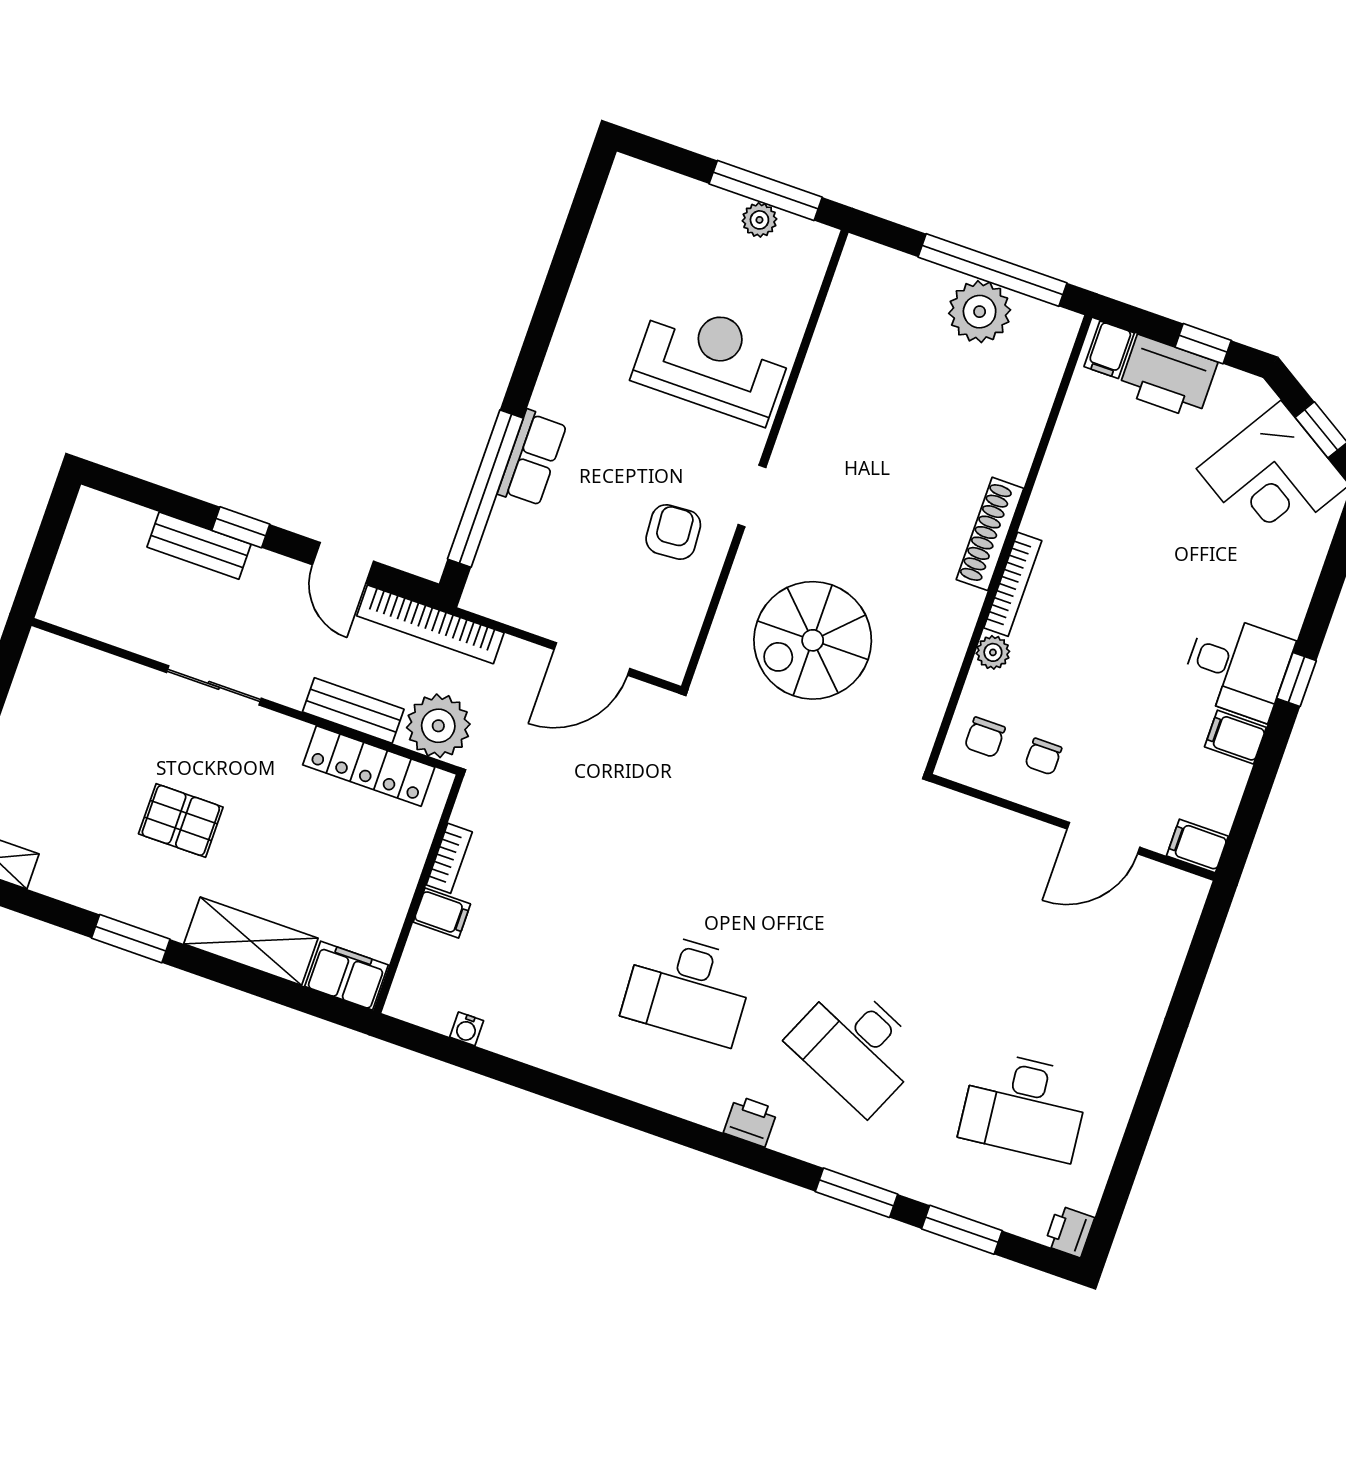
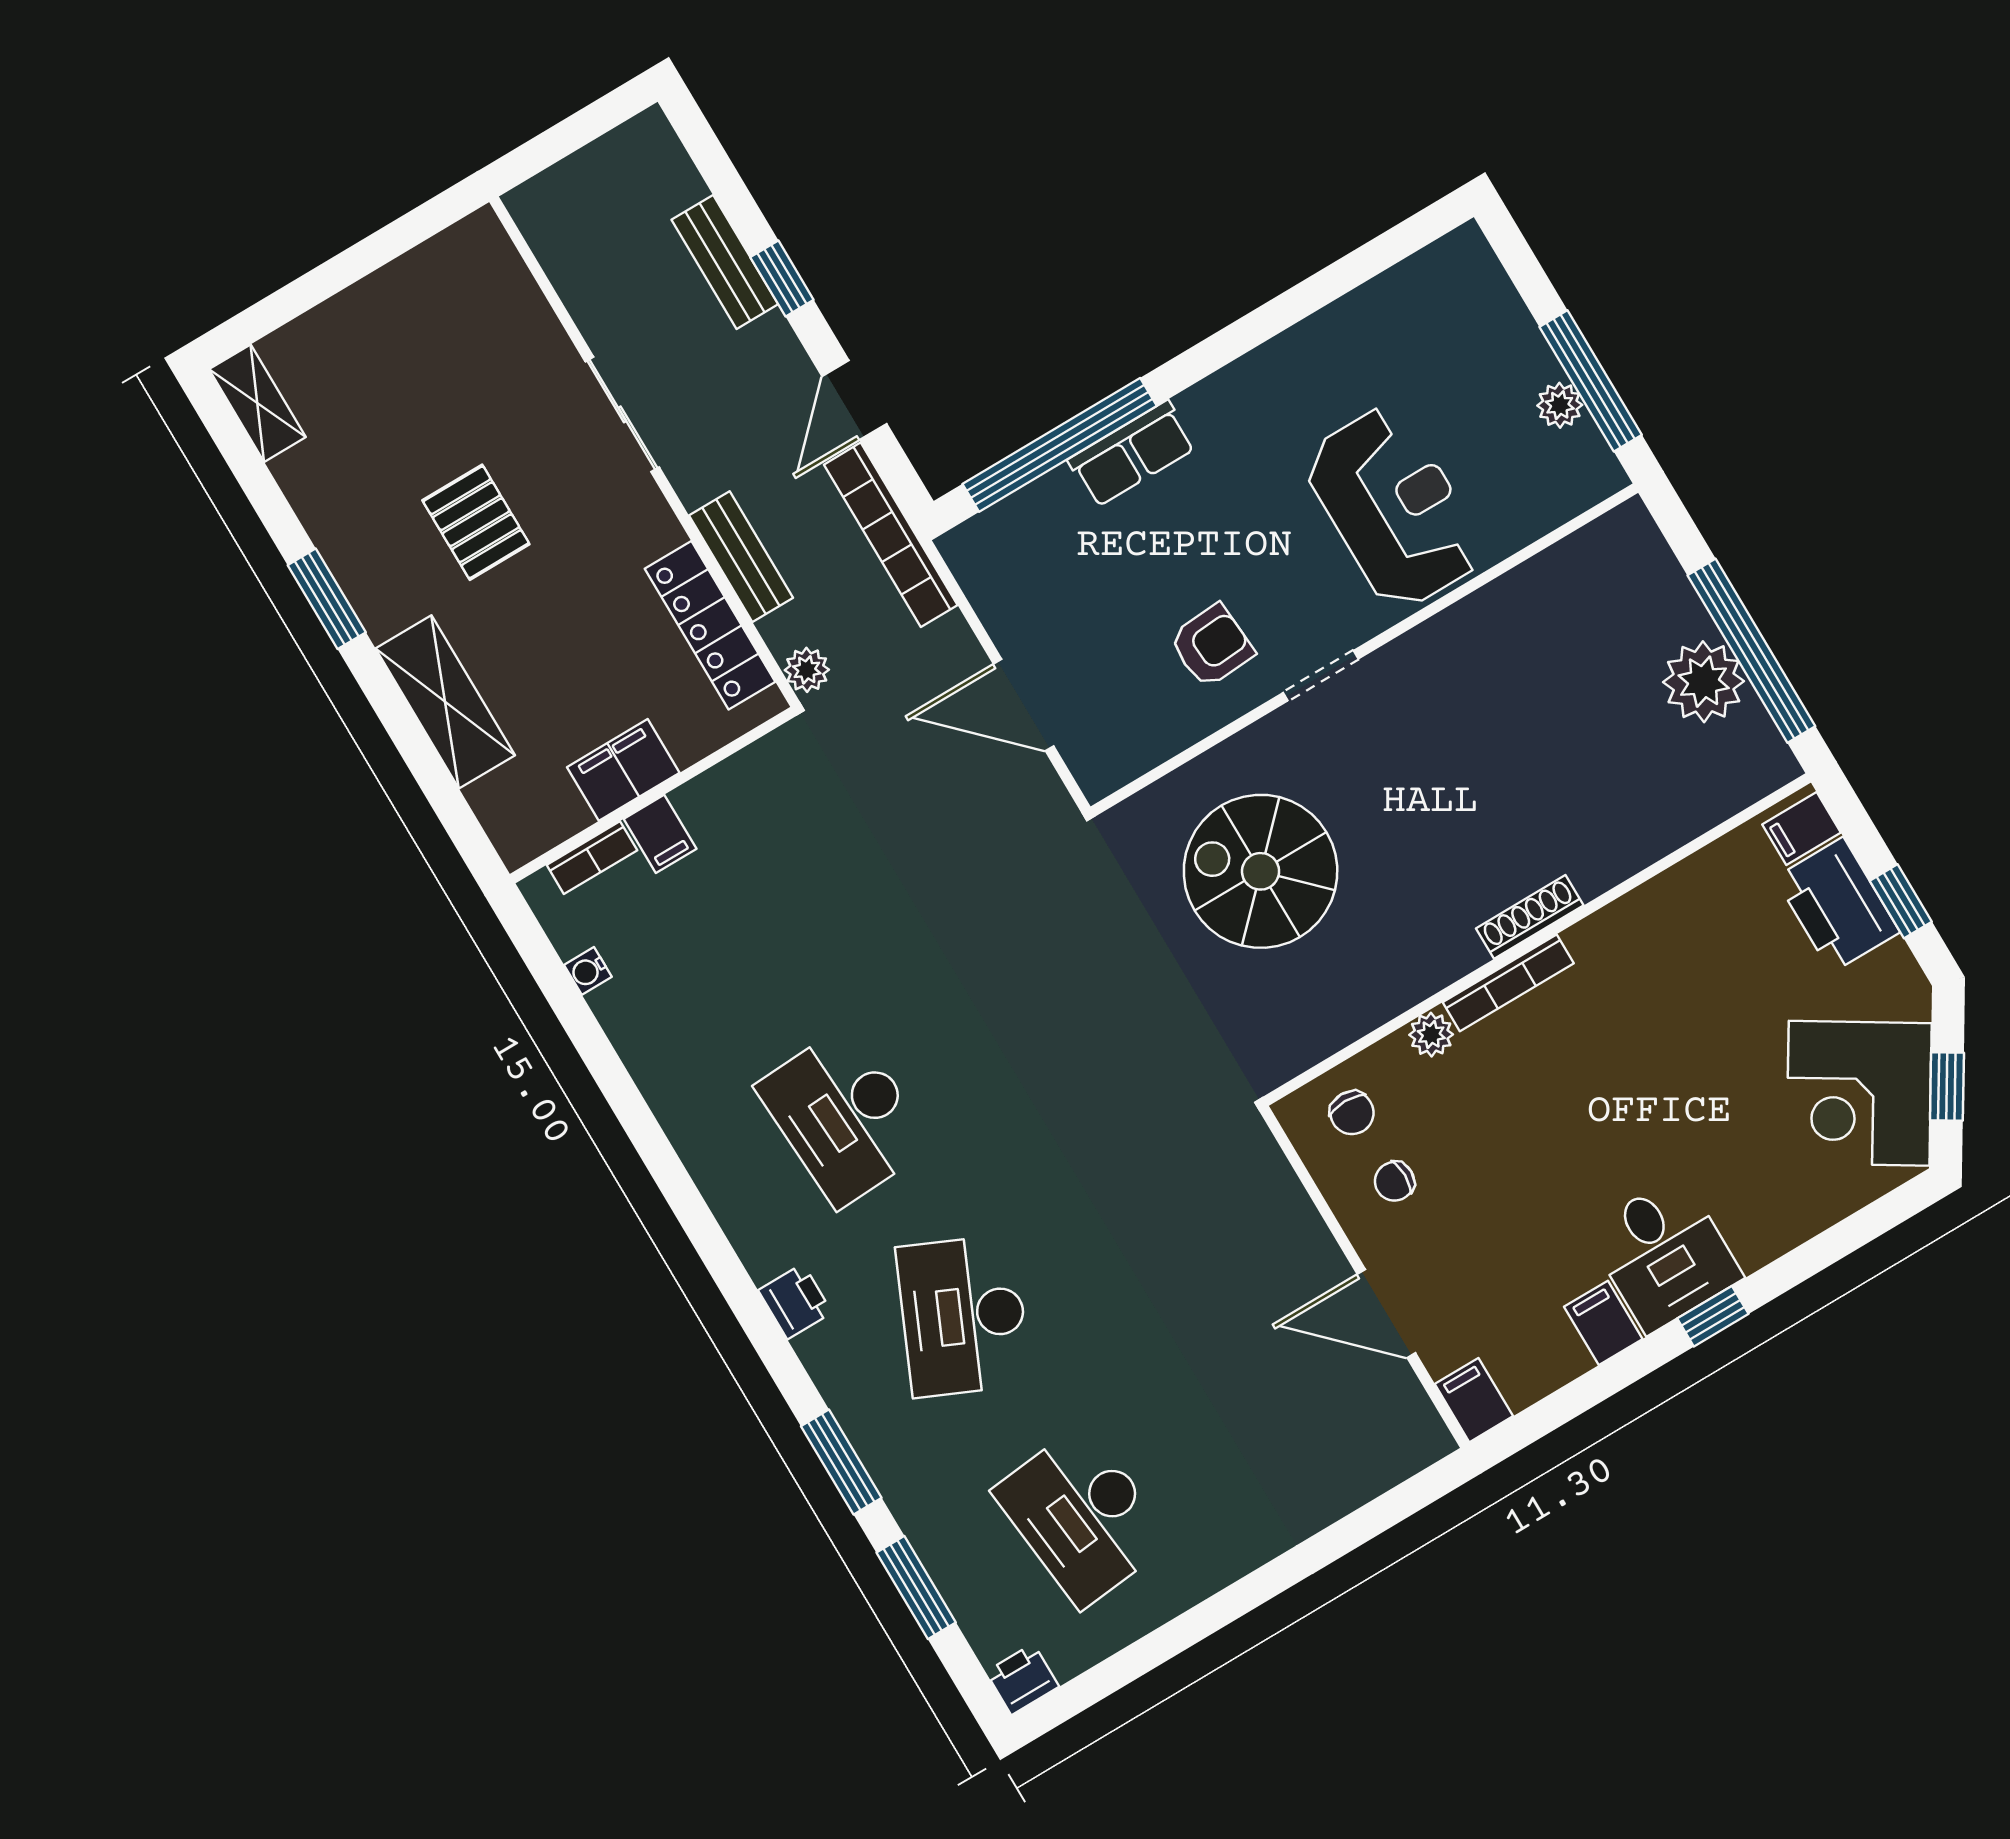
shoe rack: (990, 534) -> (1530, 917), width x0.74, depth x0.81
plant: (438, 726) -> (807, 670), width x0.53, depth x0.53
chair: (985, 737) -> (1352, 1113), turned -90
bookcase: (449, 858) -> (592, 858), moved
filing cabinet: (347, 976) -> (623, 770), moved, turned -90

